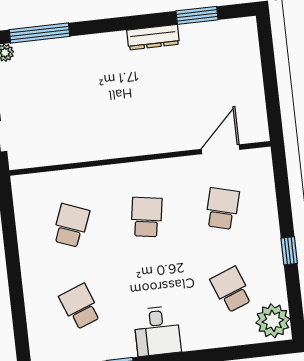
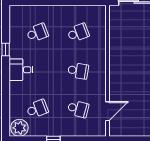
door: (220, 149) -> (108, 111), hinge flipped
school desk: (71, 226) -> (78, 33), turned -42

